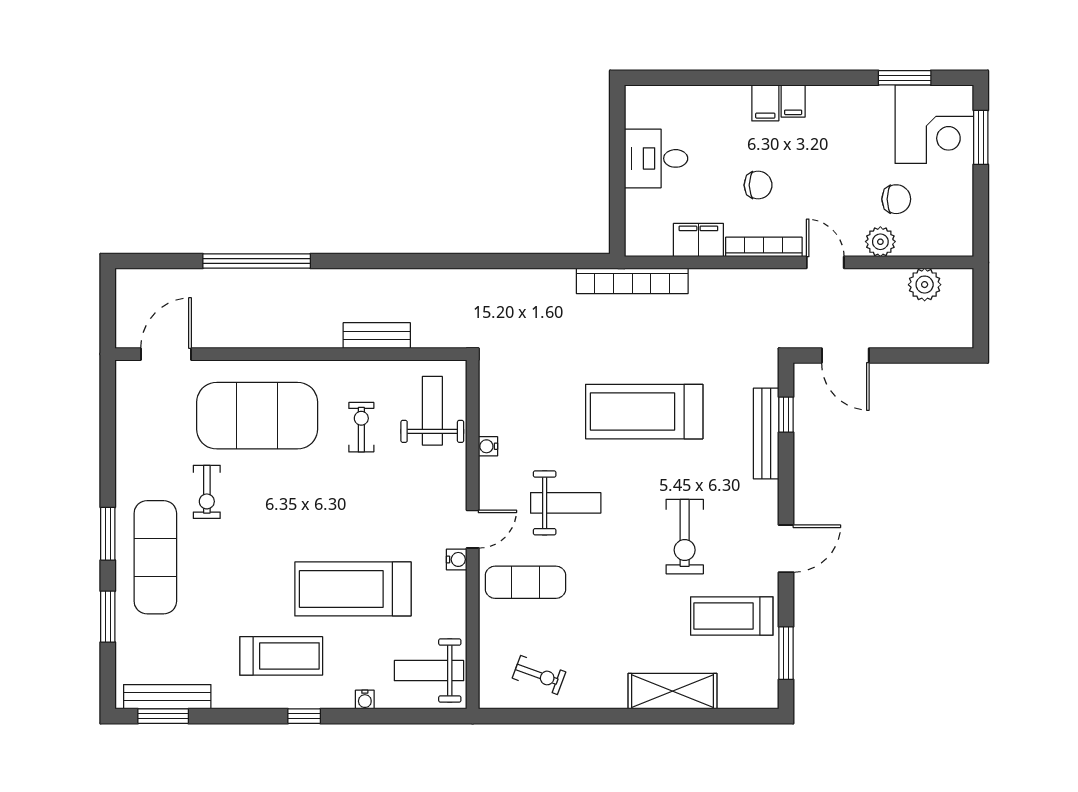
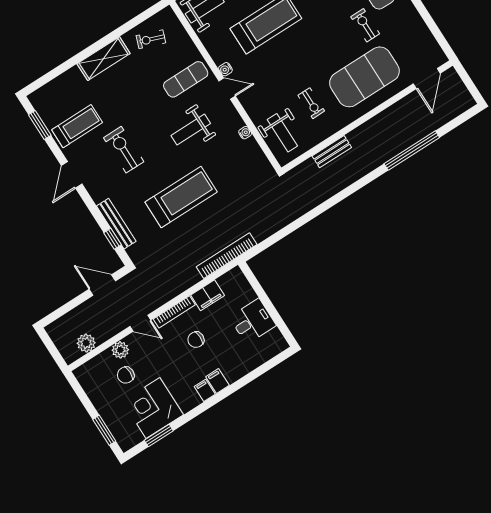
corner desk: (934, 124) -> (153, 408), moved
door: (473, 529) -> (227, 89), swing flipped
shelving: (673, 691) -> (104, 59), moved

